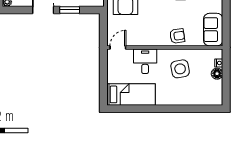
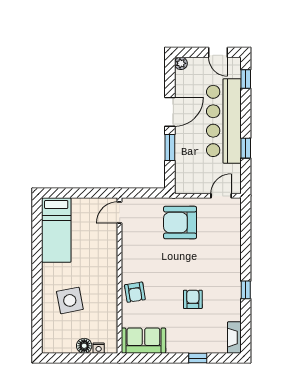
door: (118, 47) -> (120, 212), swing flipped
desk: (145, 61) -> (101, 249), removed
side table: (180, 69) -> (70, 300), moved

